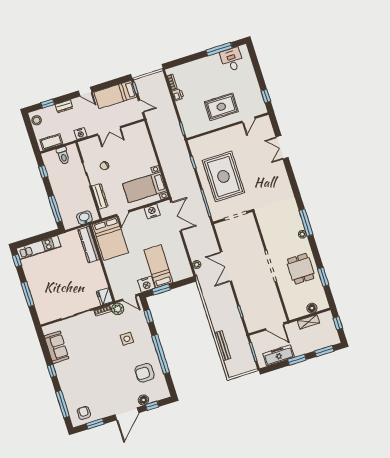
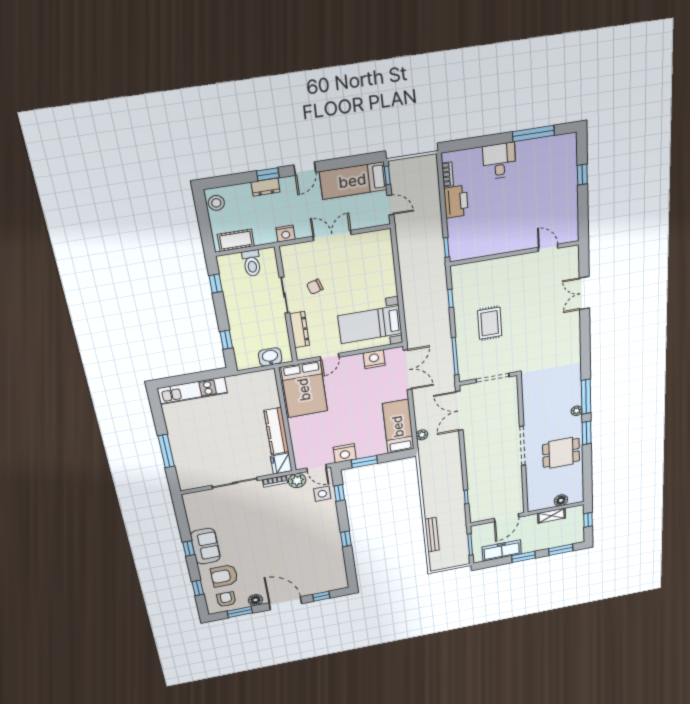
desk: (232, 60) -> (499, 161), moved
door: (85, 92) -> (305, 169), hinge flipped
printer: (178, 95) -> (456, 202), width x1.87, depth x1.48
window: (266, 96) -> (582, 175), moved
window: (48, 104) -> (268, 174), moved
rug: (221, 107) -> (513, 223), removed
door: (249, 120) -> (548, 248), swing flipped
double door: (109, 131) -> (332, 236), swing flipped
rug: (223, 176) -> (490, 323), width x0.54, depth x0.49
window: (55, 209) -> (226, 340), width x0.46
kitchen counter: (89, 245) -> (276, 431), moved
window: (17, 261) -> (156, 405), removed
bed: (158, 266) -> (398, 426), moved
double door: (226, 266) -> (459, 411), moved
dining table: (301, 269) -> (561, 453), turned 90
window: (323, 277) -> (587, 433), moved
door: (275, 326) -> (506, 518), hinge flipped
side table: (127, 339) -> (322, 494), moved
sofa: (57, 347) -> (205, 546), moved
window: (161, 354) -> (346, 539), width x0.32
armchair: (145, 373) -> (224, 576), moved
floor lamp: (143, 400) -> (255, 600), moved
window: (63, 404) -> (198, 588), width x0.46
door: (127, 414) -> (285, 603), swing flipped

